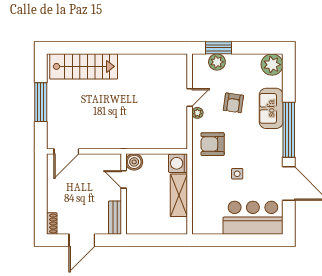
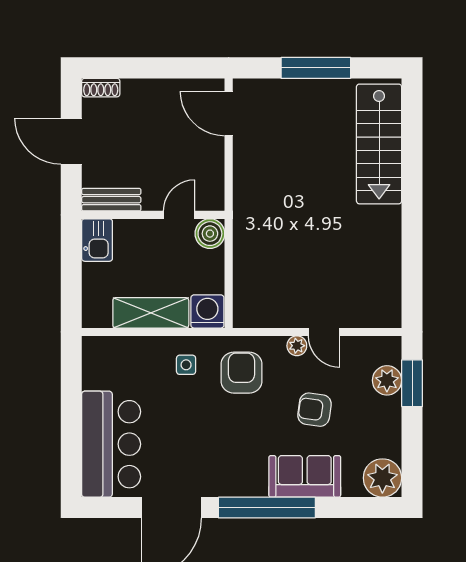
side table: (237, 174) -> (186, 365), moved
kitchen sink: (138, 226) -> (97, 240), added

